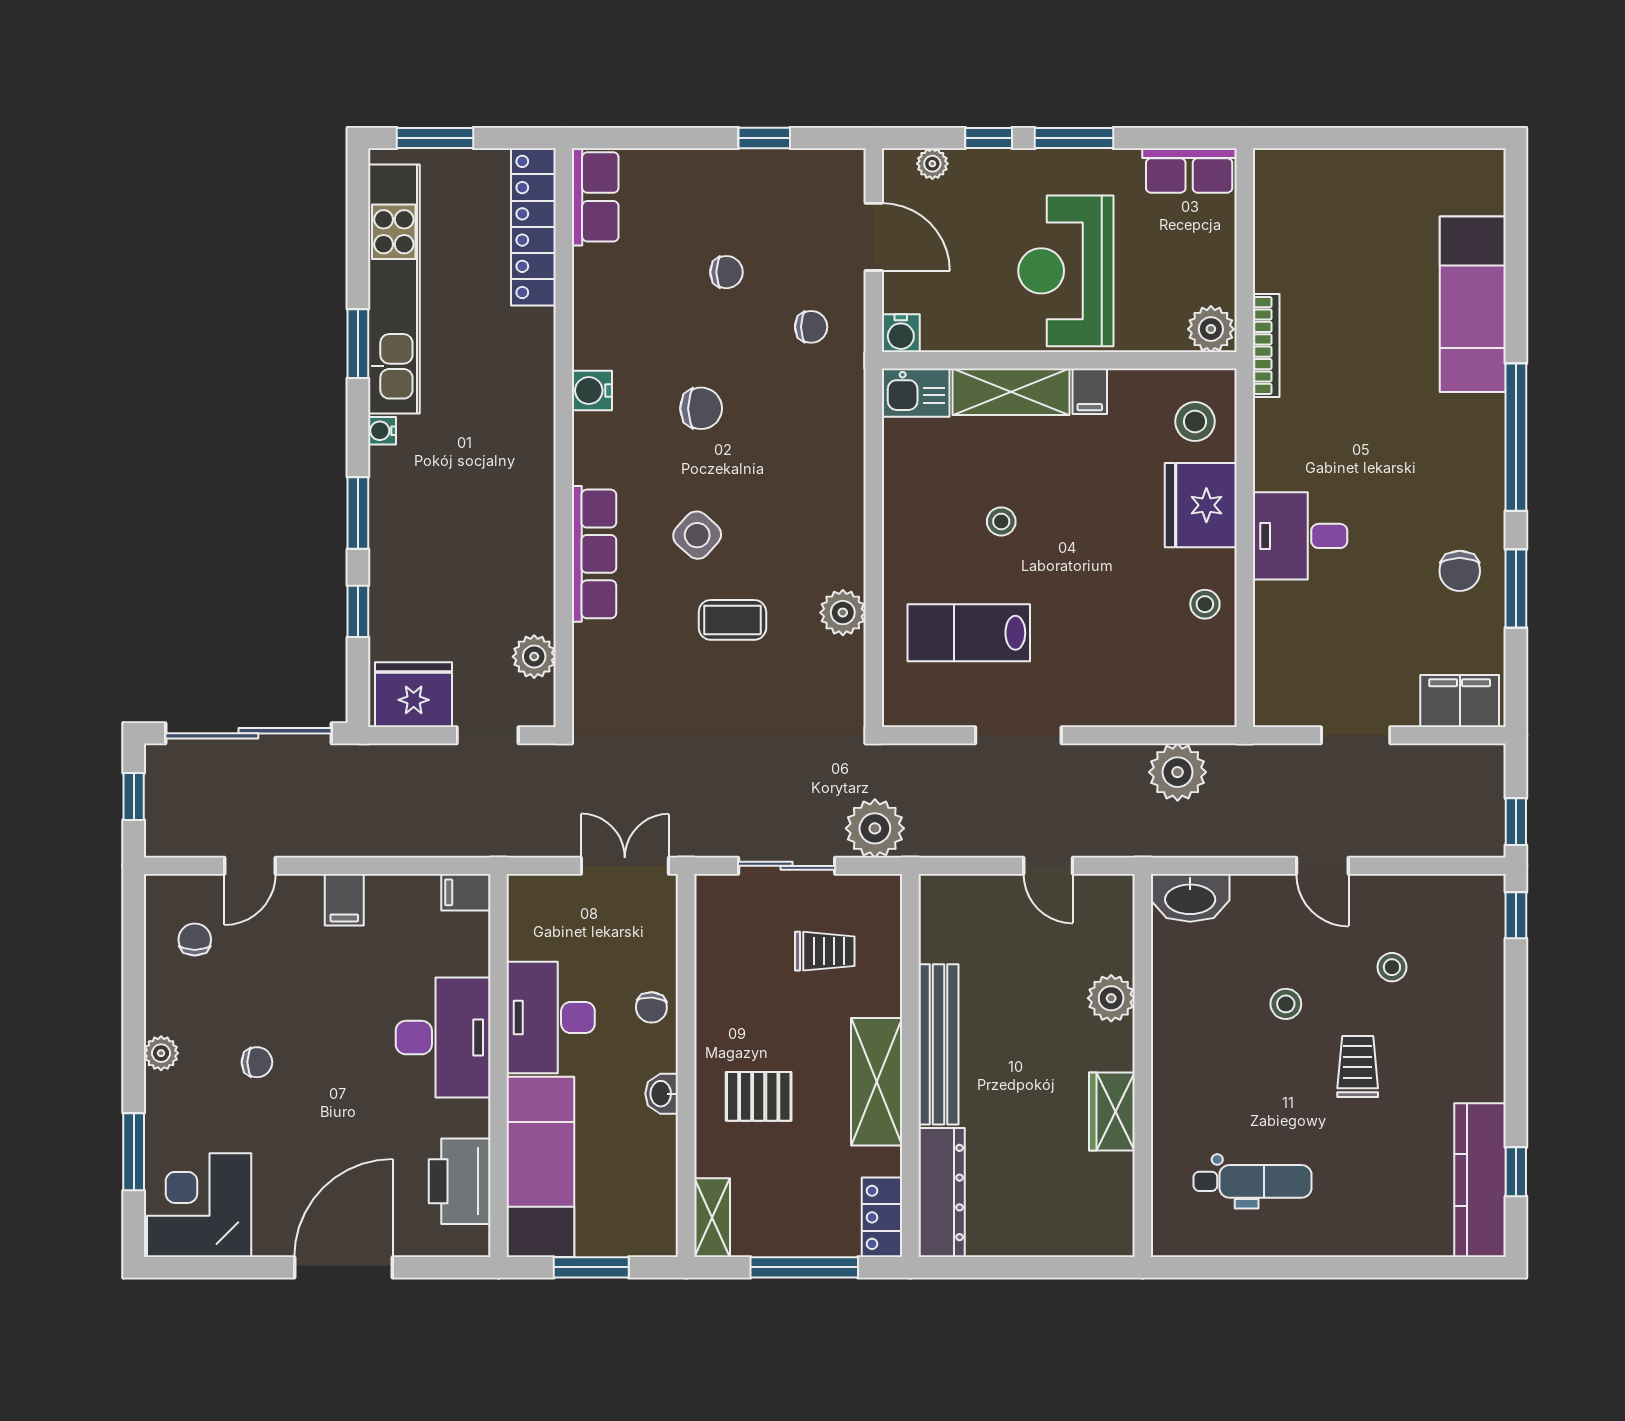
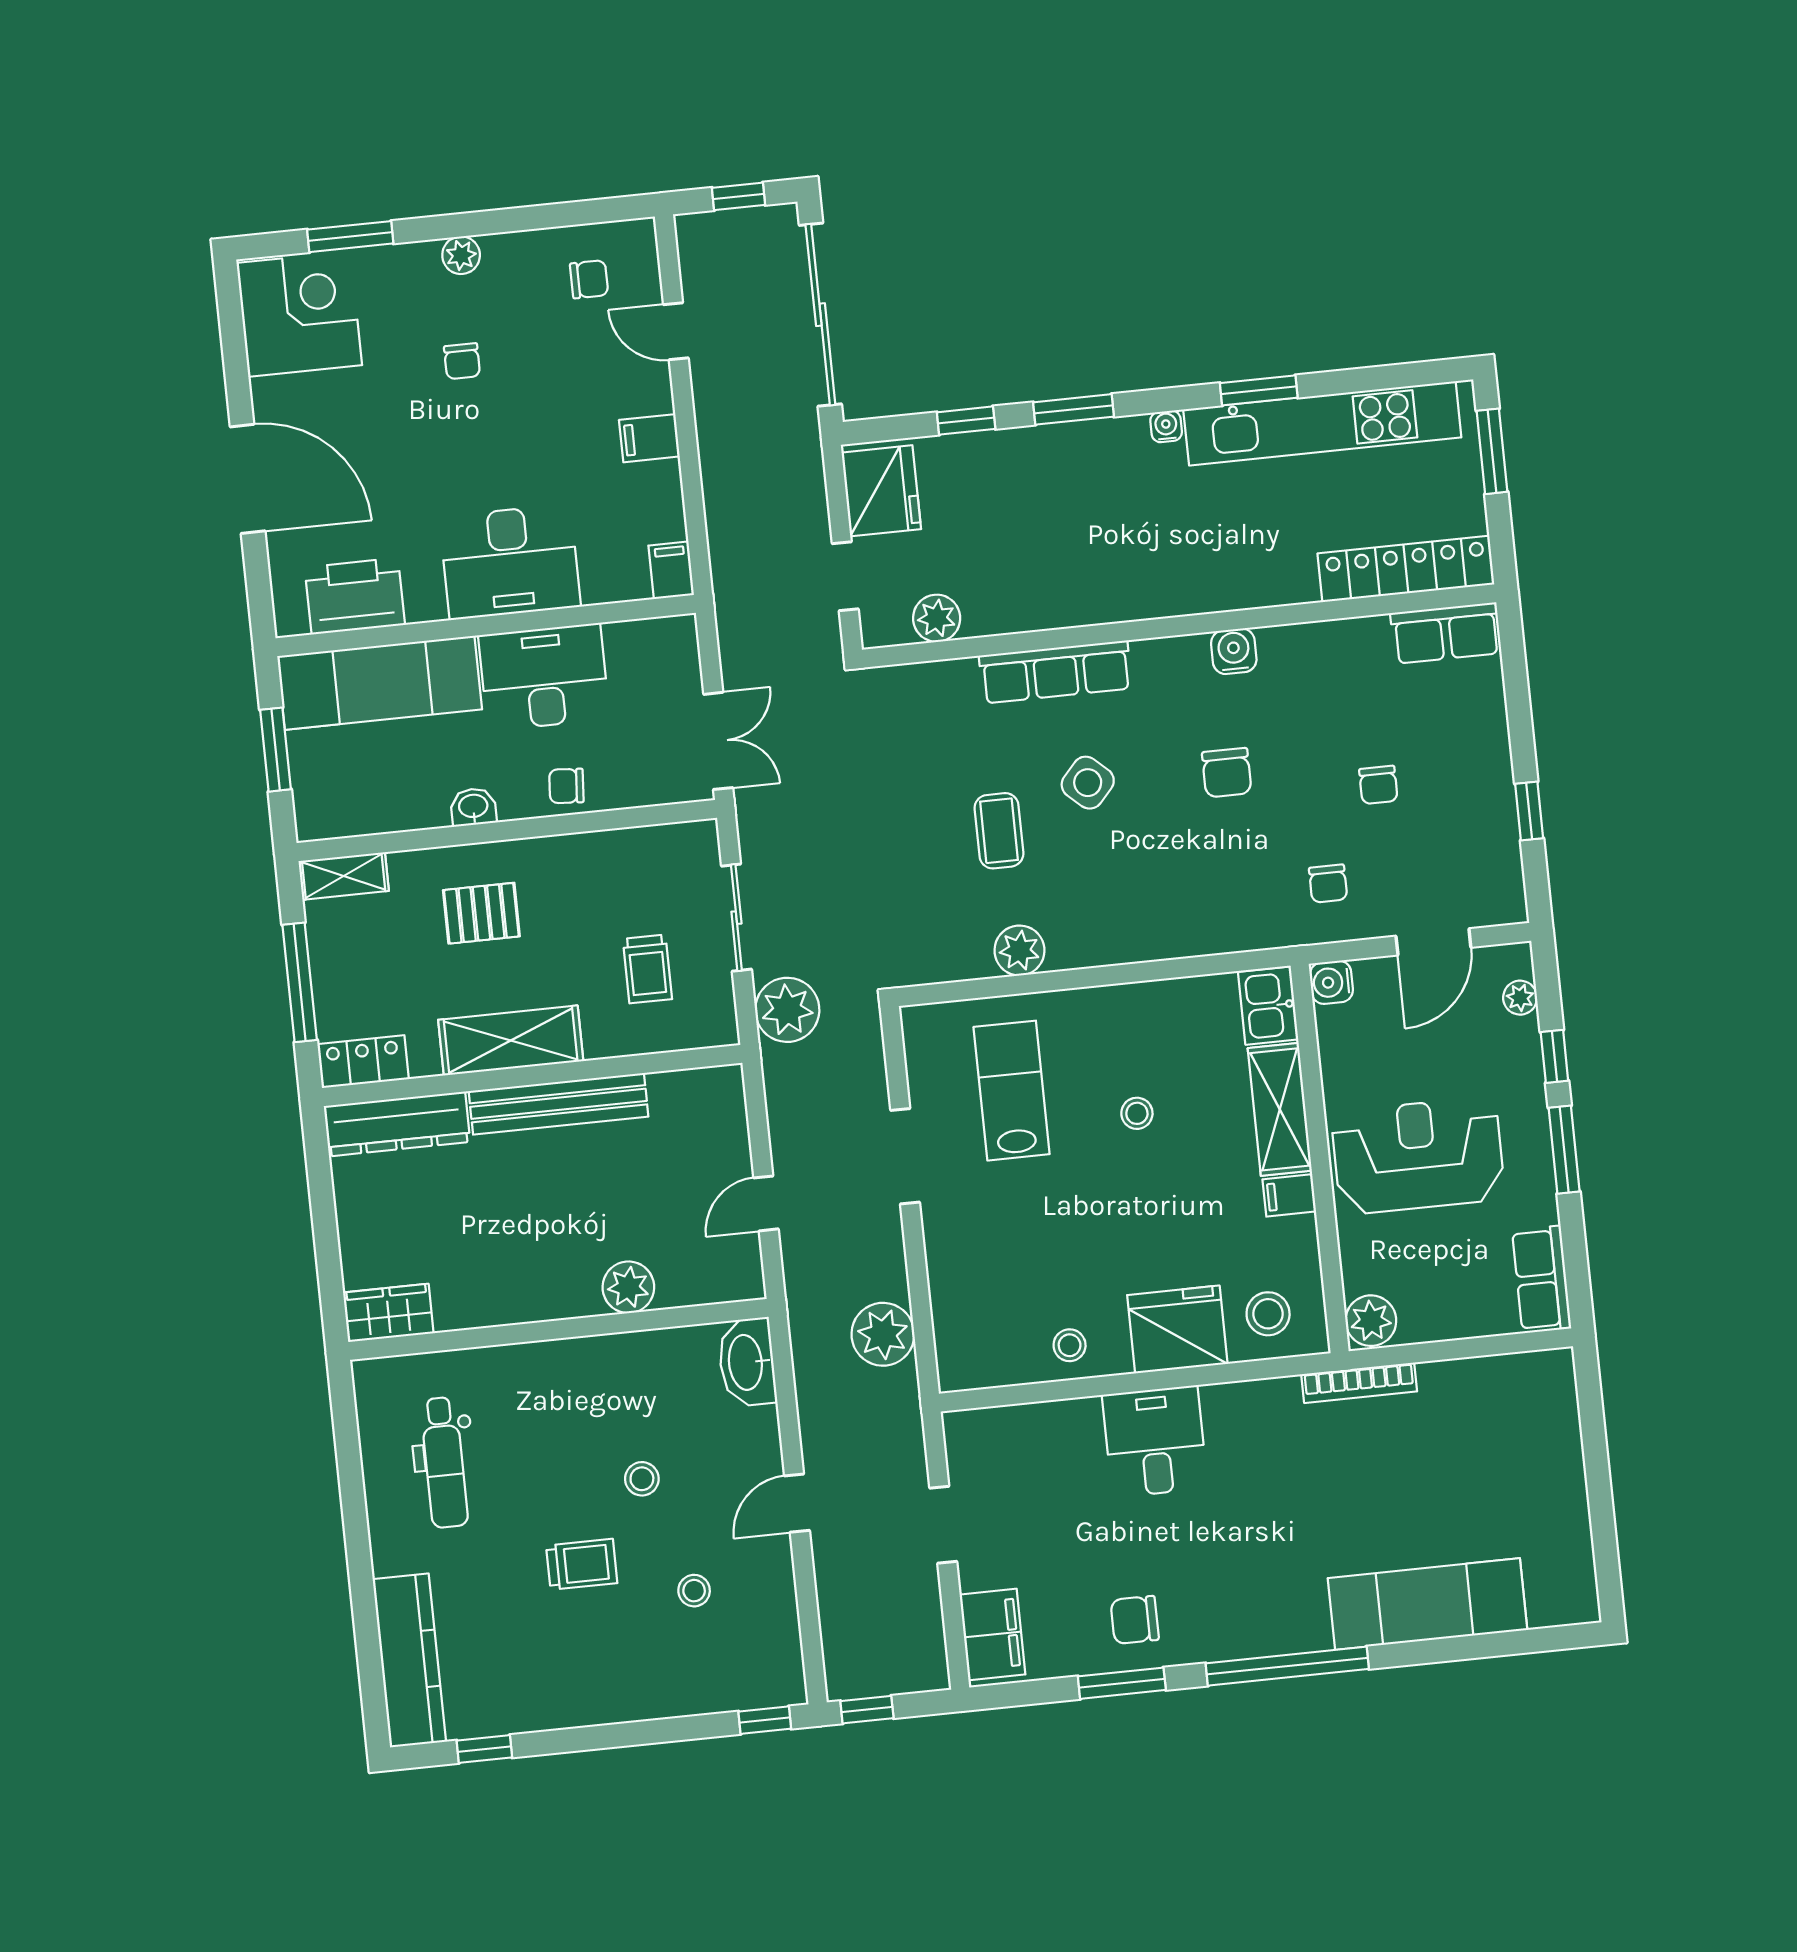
pallet: (759, 1096) -> (481, 913), turned 90
wardrobe: (1112, 1111) -> (388, 1313), moved
kitchen counter: (1480, 1180) -> (409, 1660), moved, turned 90

